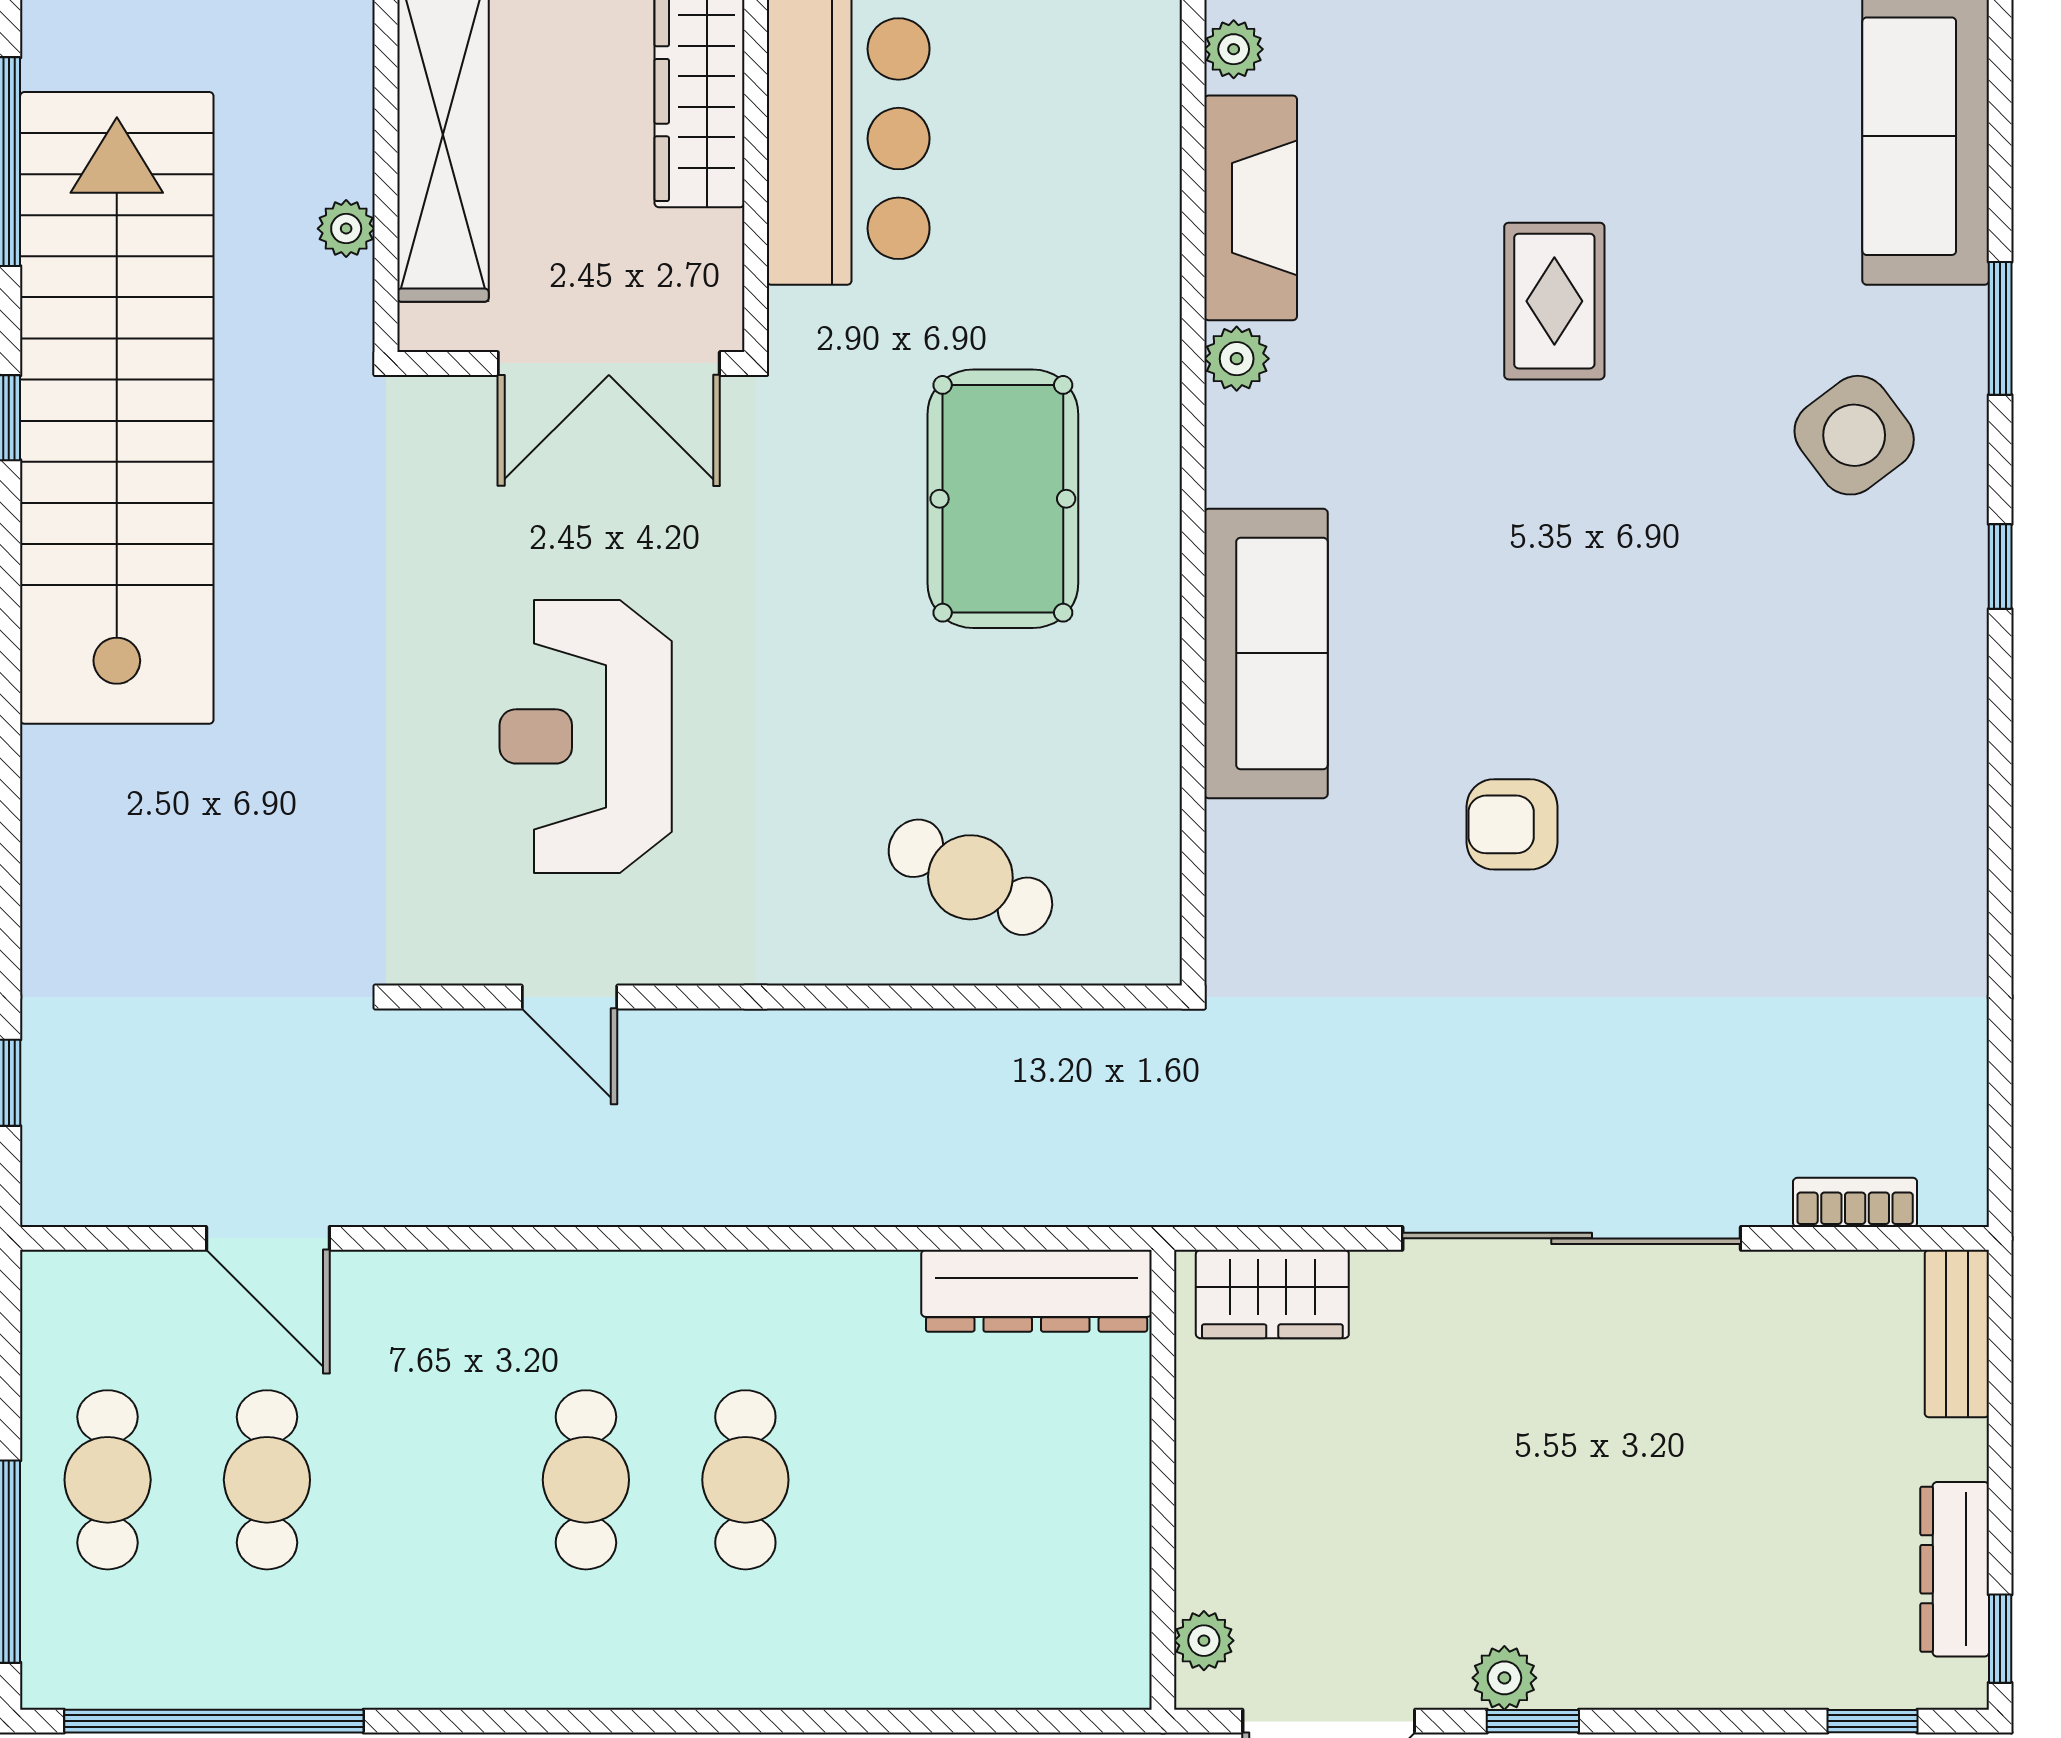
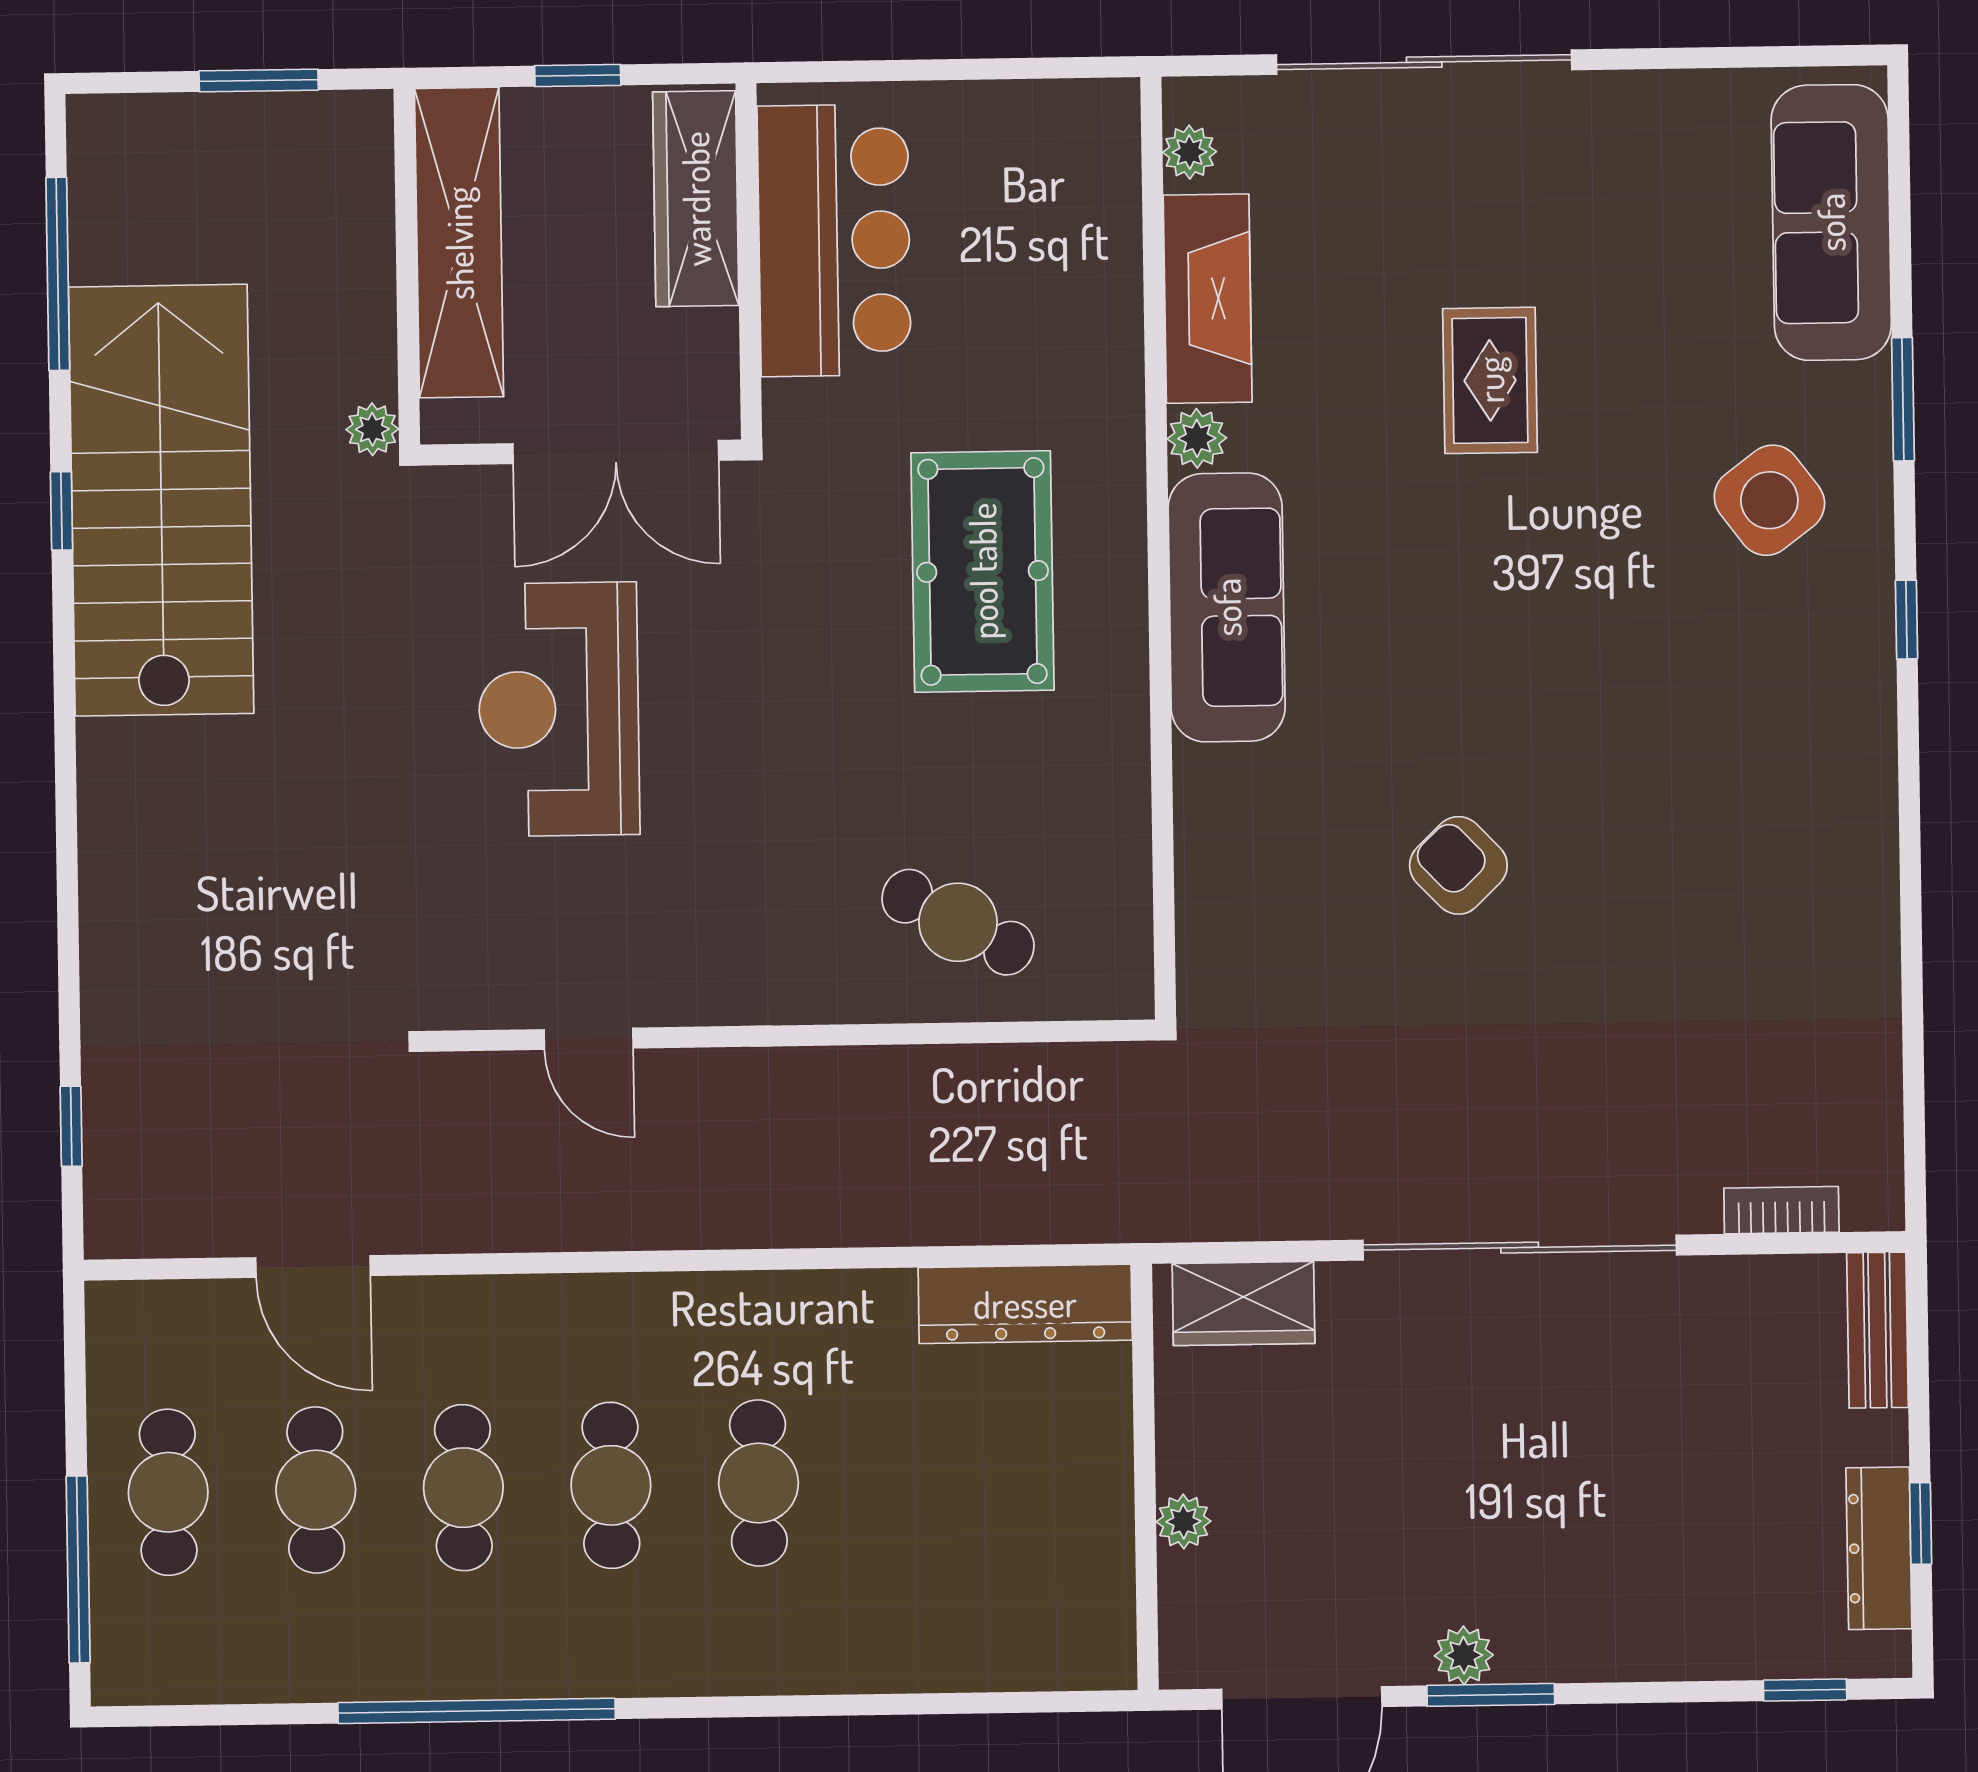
plant: (346, 229) -> (372, 429), moved
stairs: (117, 408) -> (161, 500), width x0.73
sofa: (1266, 653) -> (1227, 607), moved
reception desk: (586, 736) -> (559, 709), moved
armchair: (1512, 824) -> (1458, 865), turned 46
cafe table: (426, 1480) -> (463, 1488), added
window: (2000, 1639) -> (1921, 1523), moved
plant: (1204, 1641) -> (1184, 1522), moved
window: (214, 1721) -> (477, 1711), moved
window: (1533, 1721) -> (1491, 1695), width x1.50

